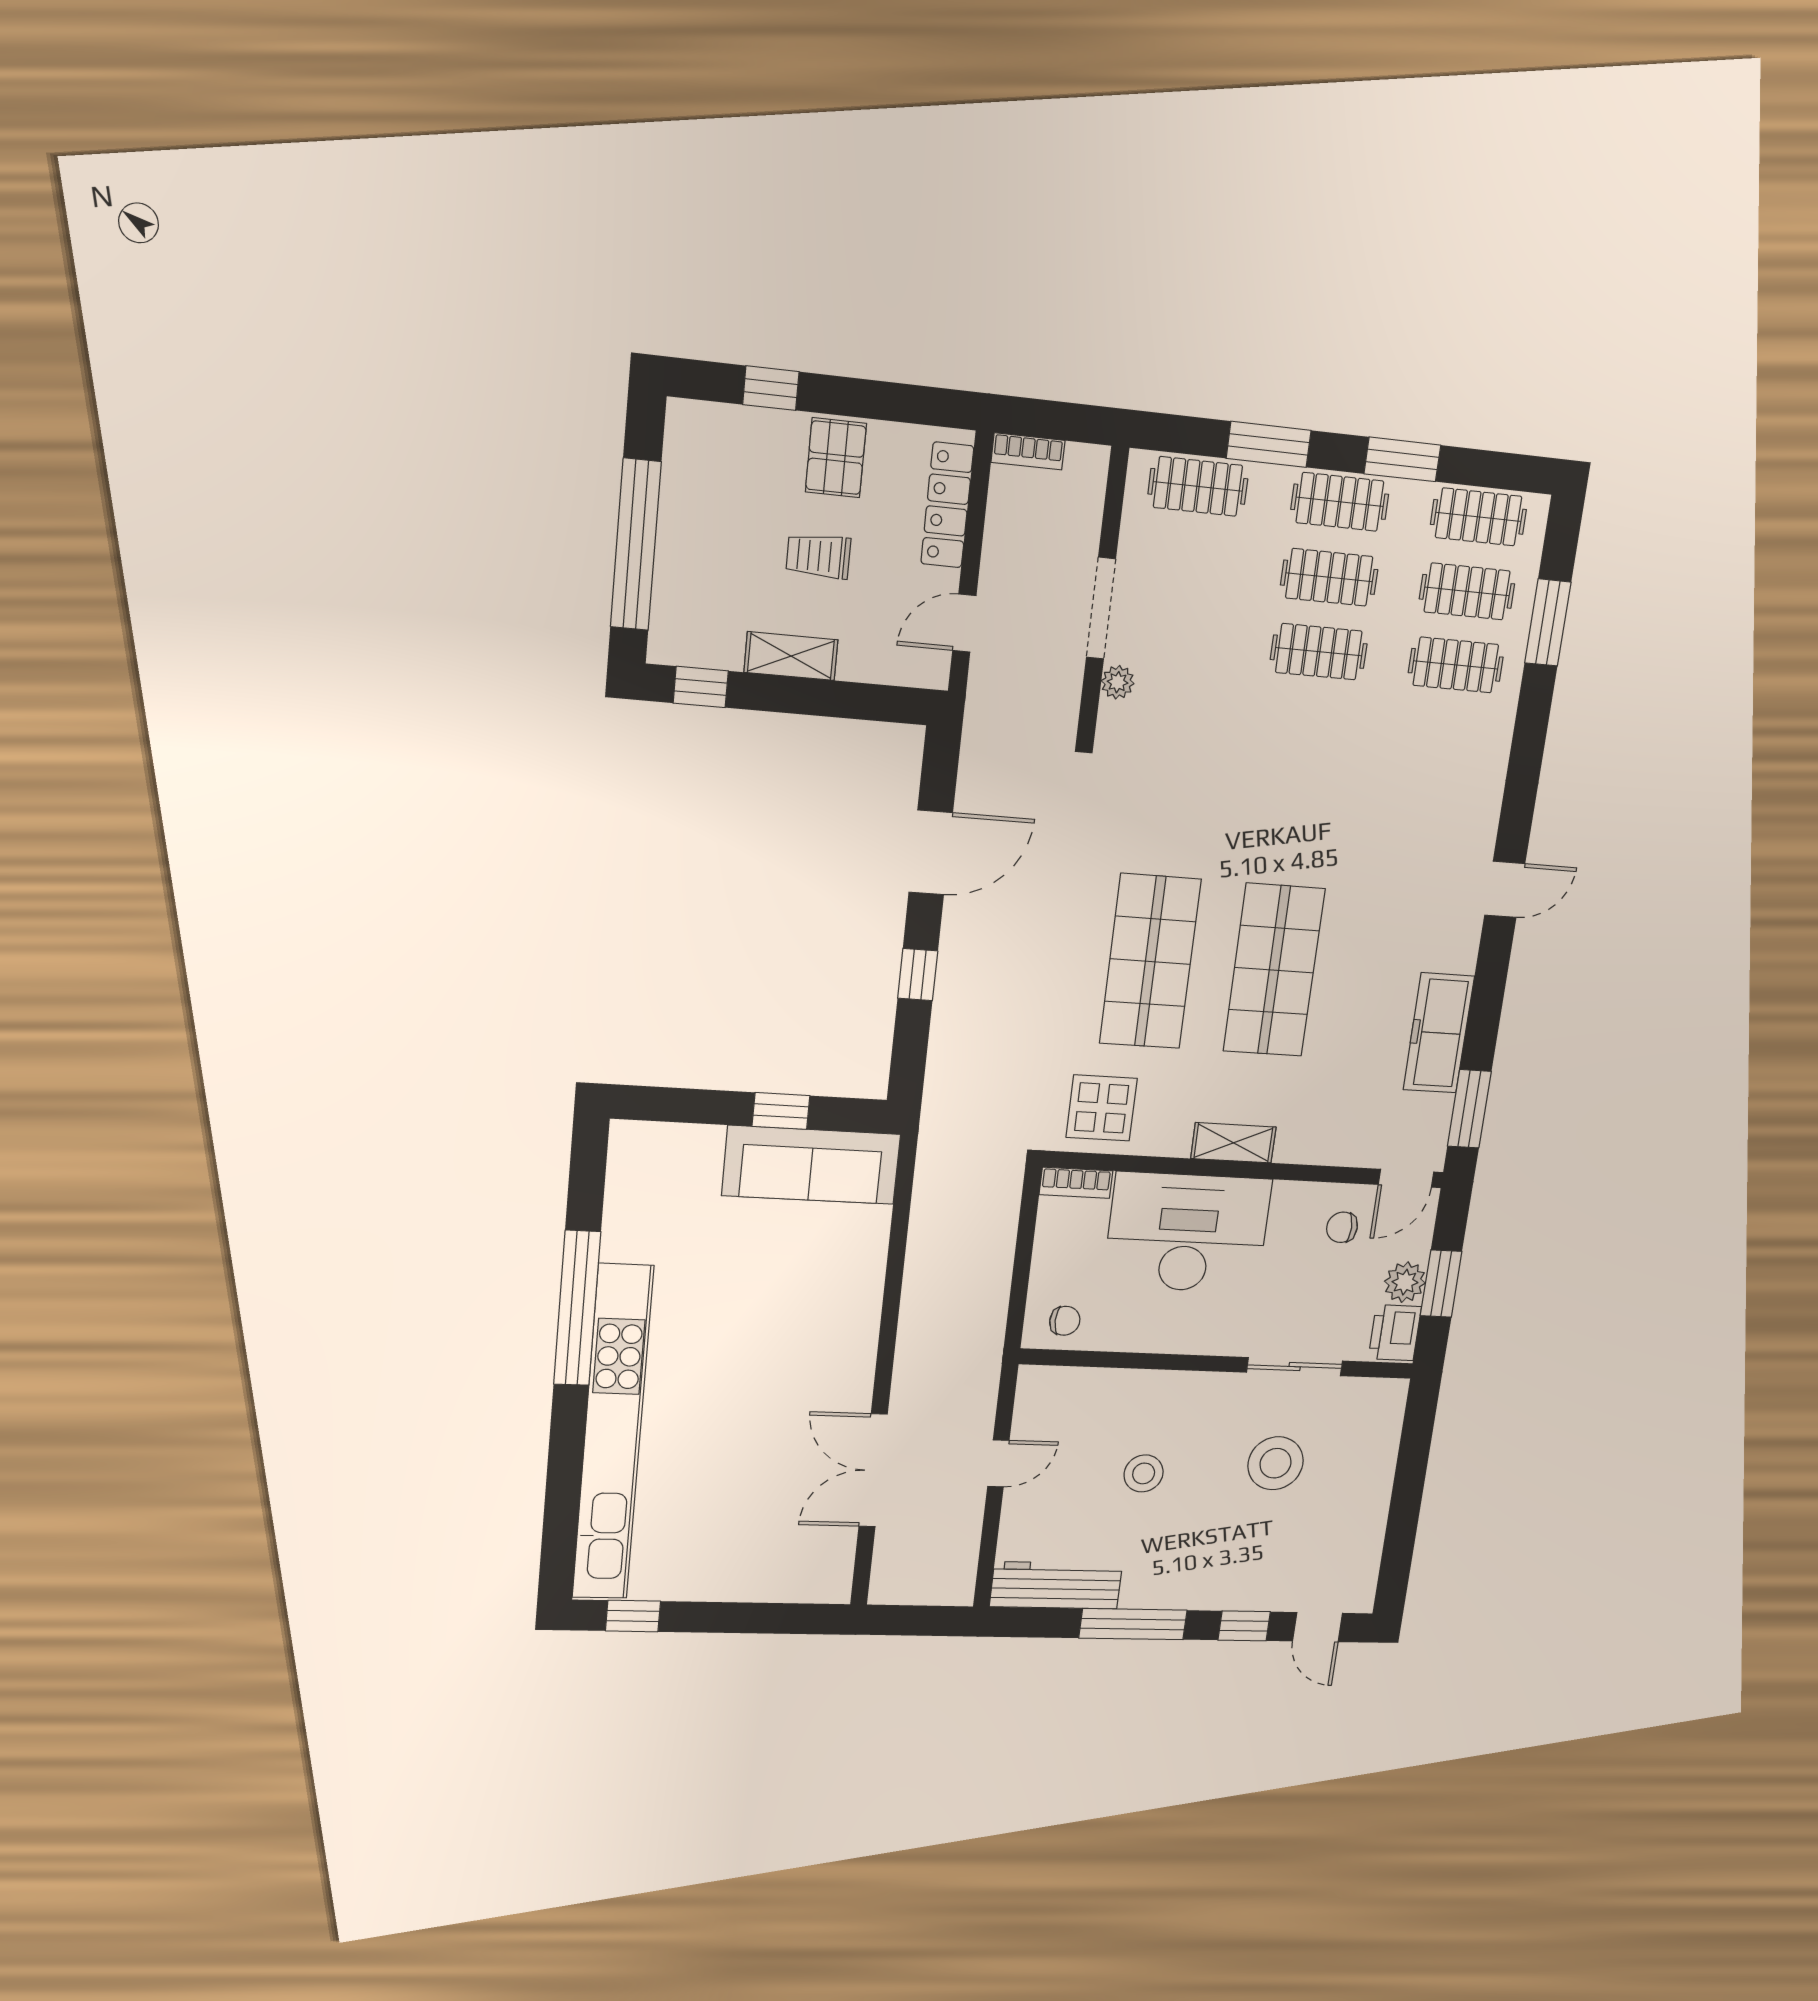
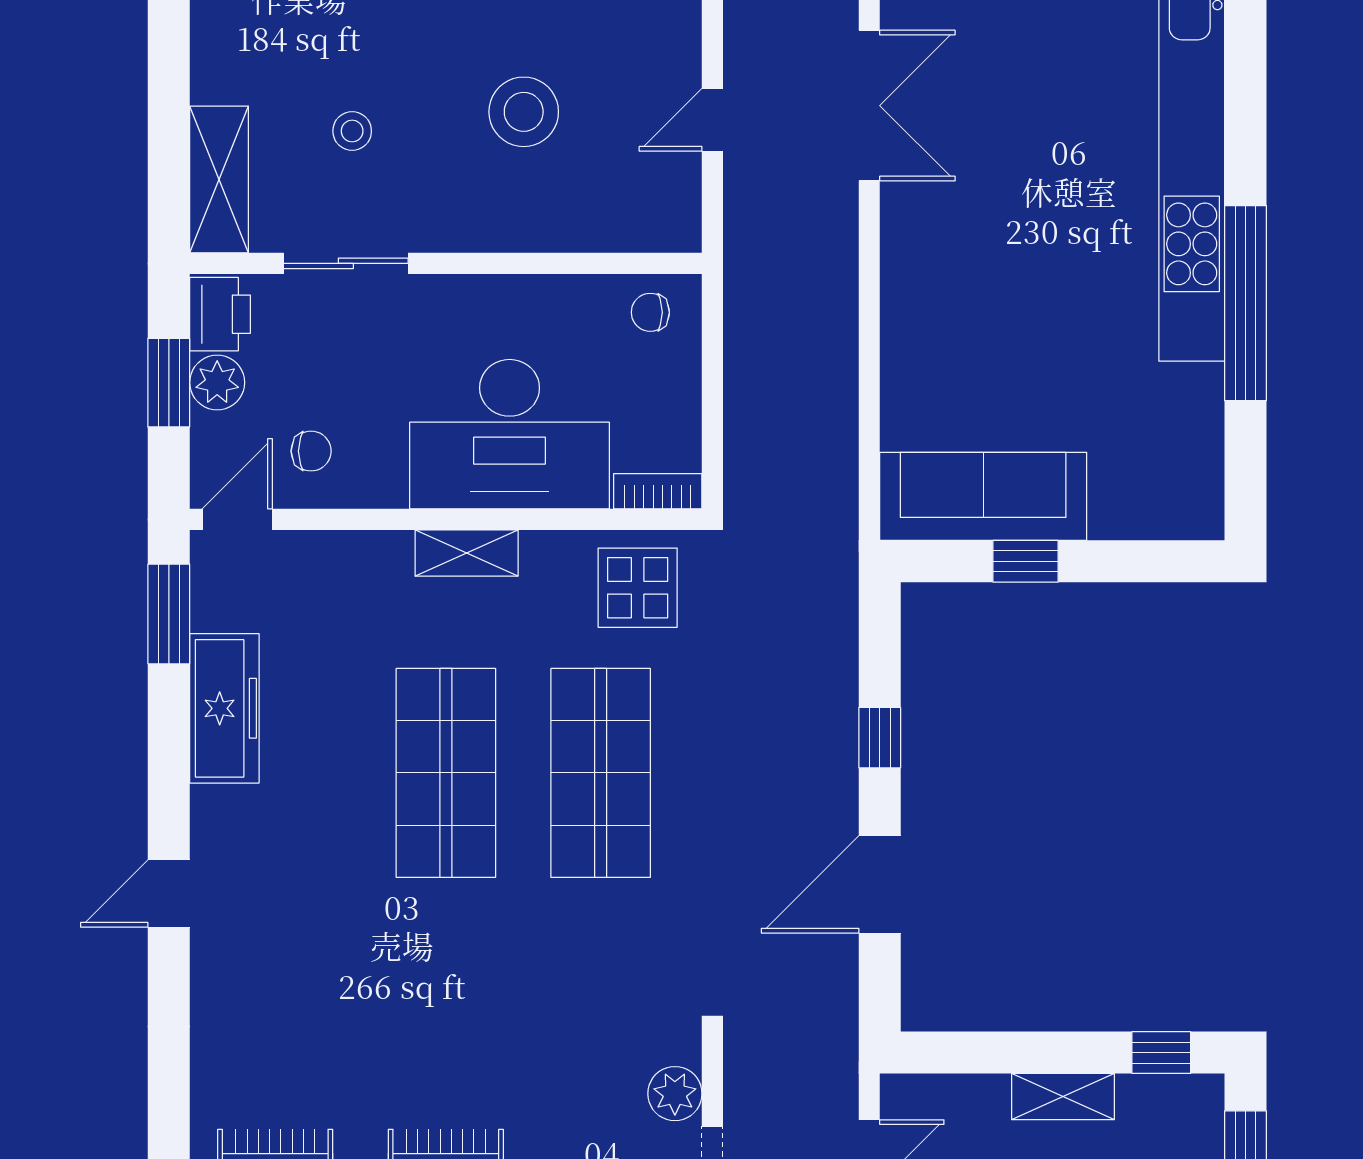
plant: (1118, 682) -> (675, 1094), width x1.38, depth x1.38
shelving: (1380, 1431) -> (219, 179), added
stool: (1276, 1463) -> (352, 131), width x0.53, depth x0.53
stool: (1144, 1473) -> (524, 112), width x1.38, depth x1.38

